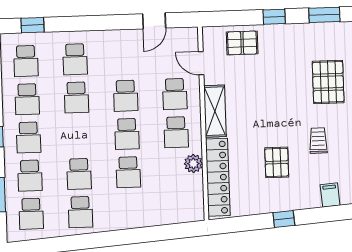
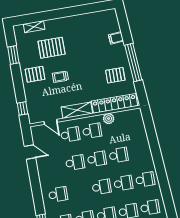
window: (274, 17) -> (23, 108), moved
pallet: (242, 43) -> (35, 74), moved, turned 90
door: (201, 63) -> (51, 122), hinge flipped
school desk: (76, 97) -> (102, 187), moved
trolley: (318, 141) -> (60, 77), moved
pallet: (277, 162) -> (115, 75), moved
window: (284, 219) -> (133, 62), width x3.17

